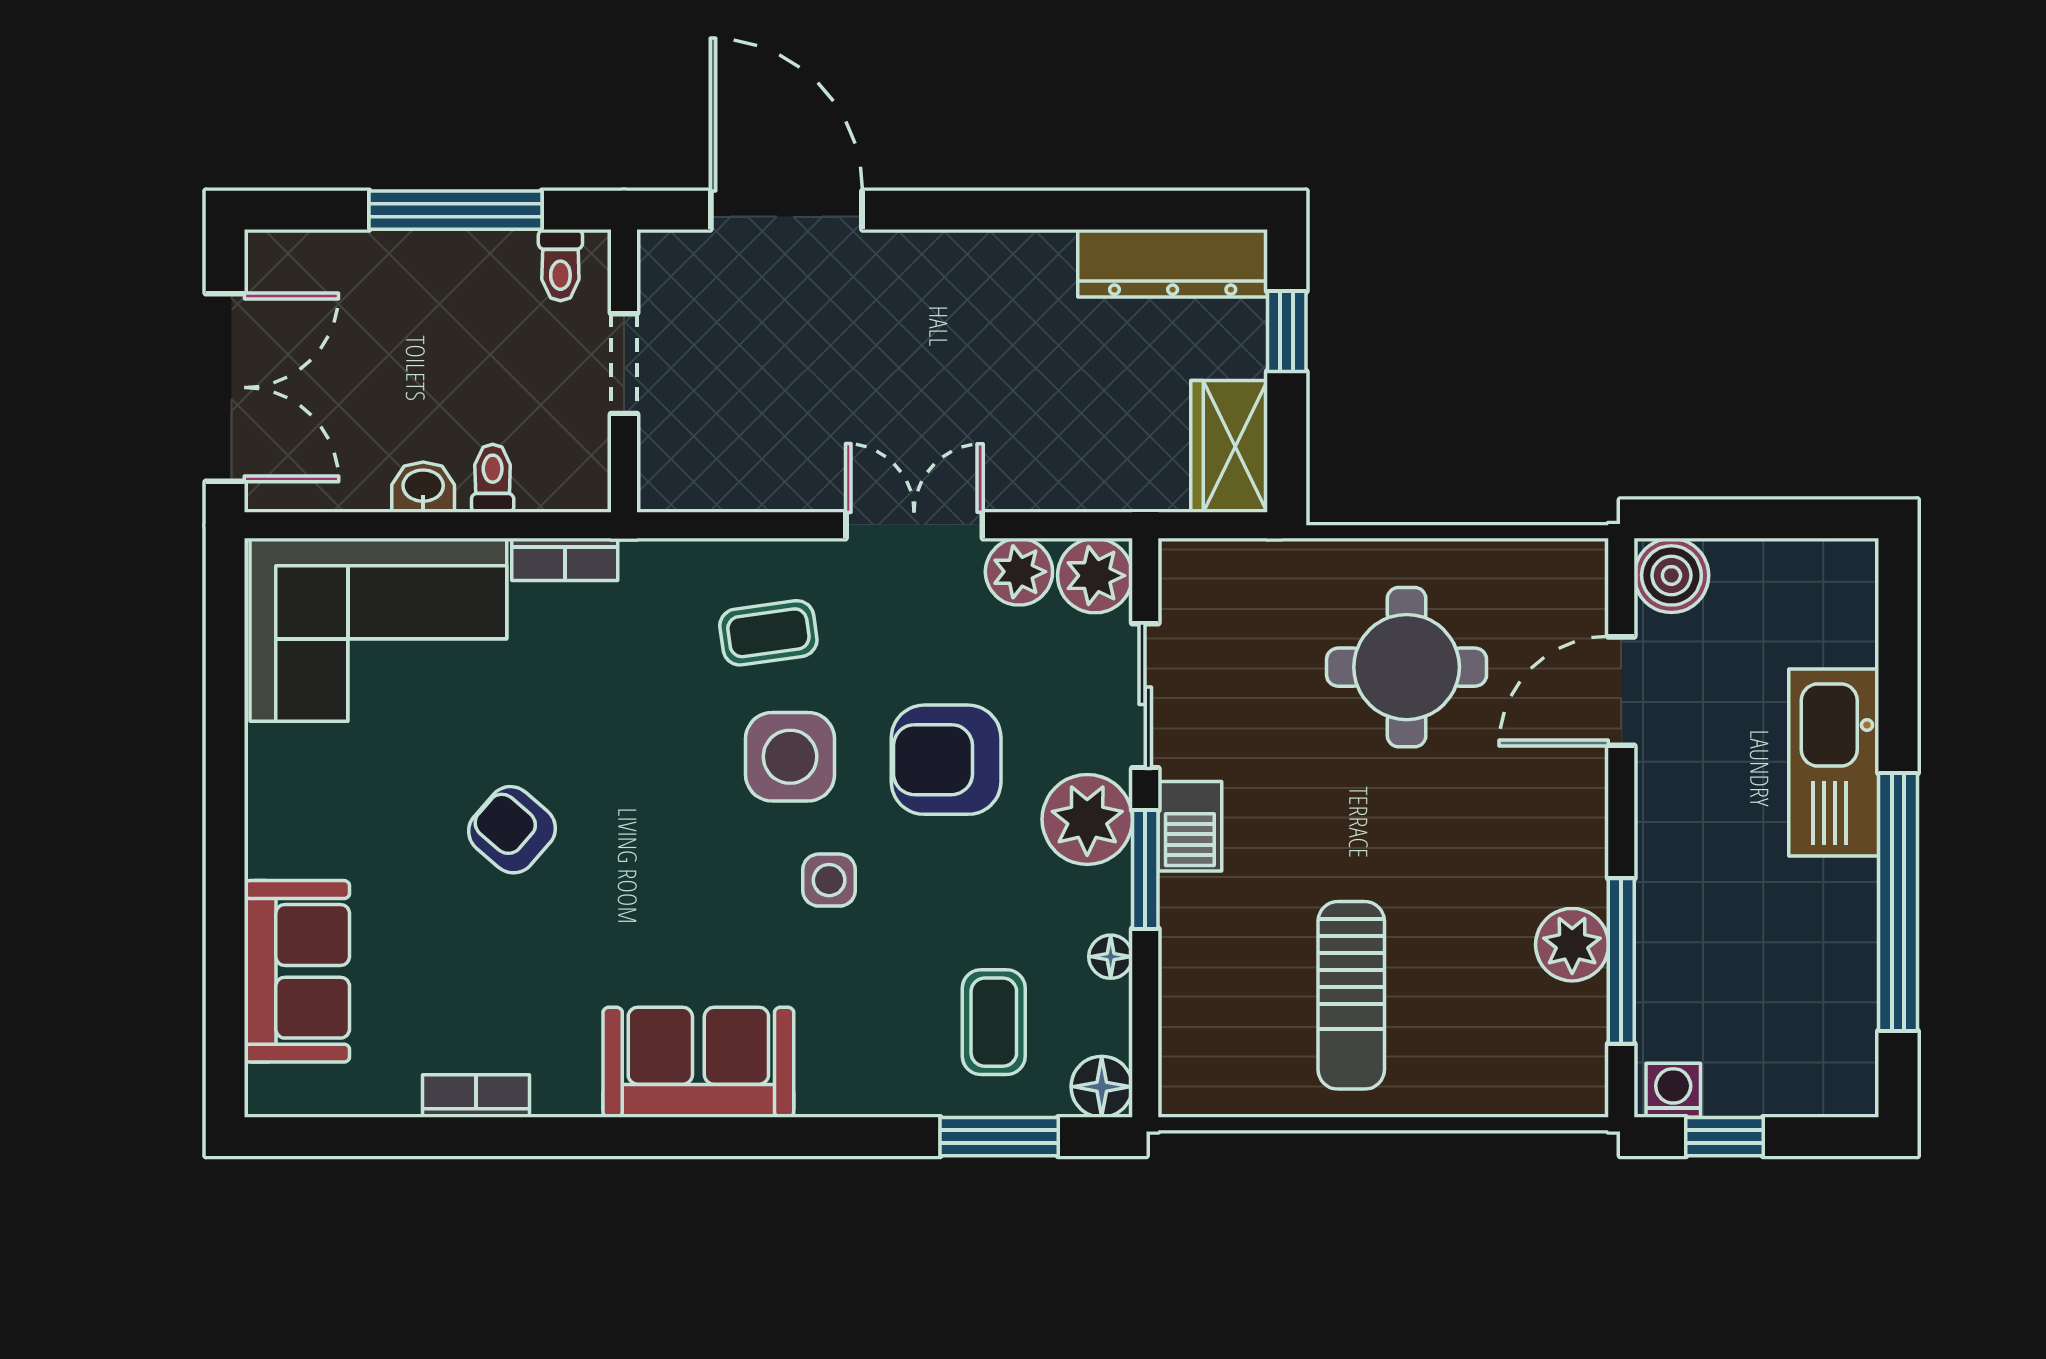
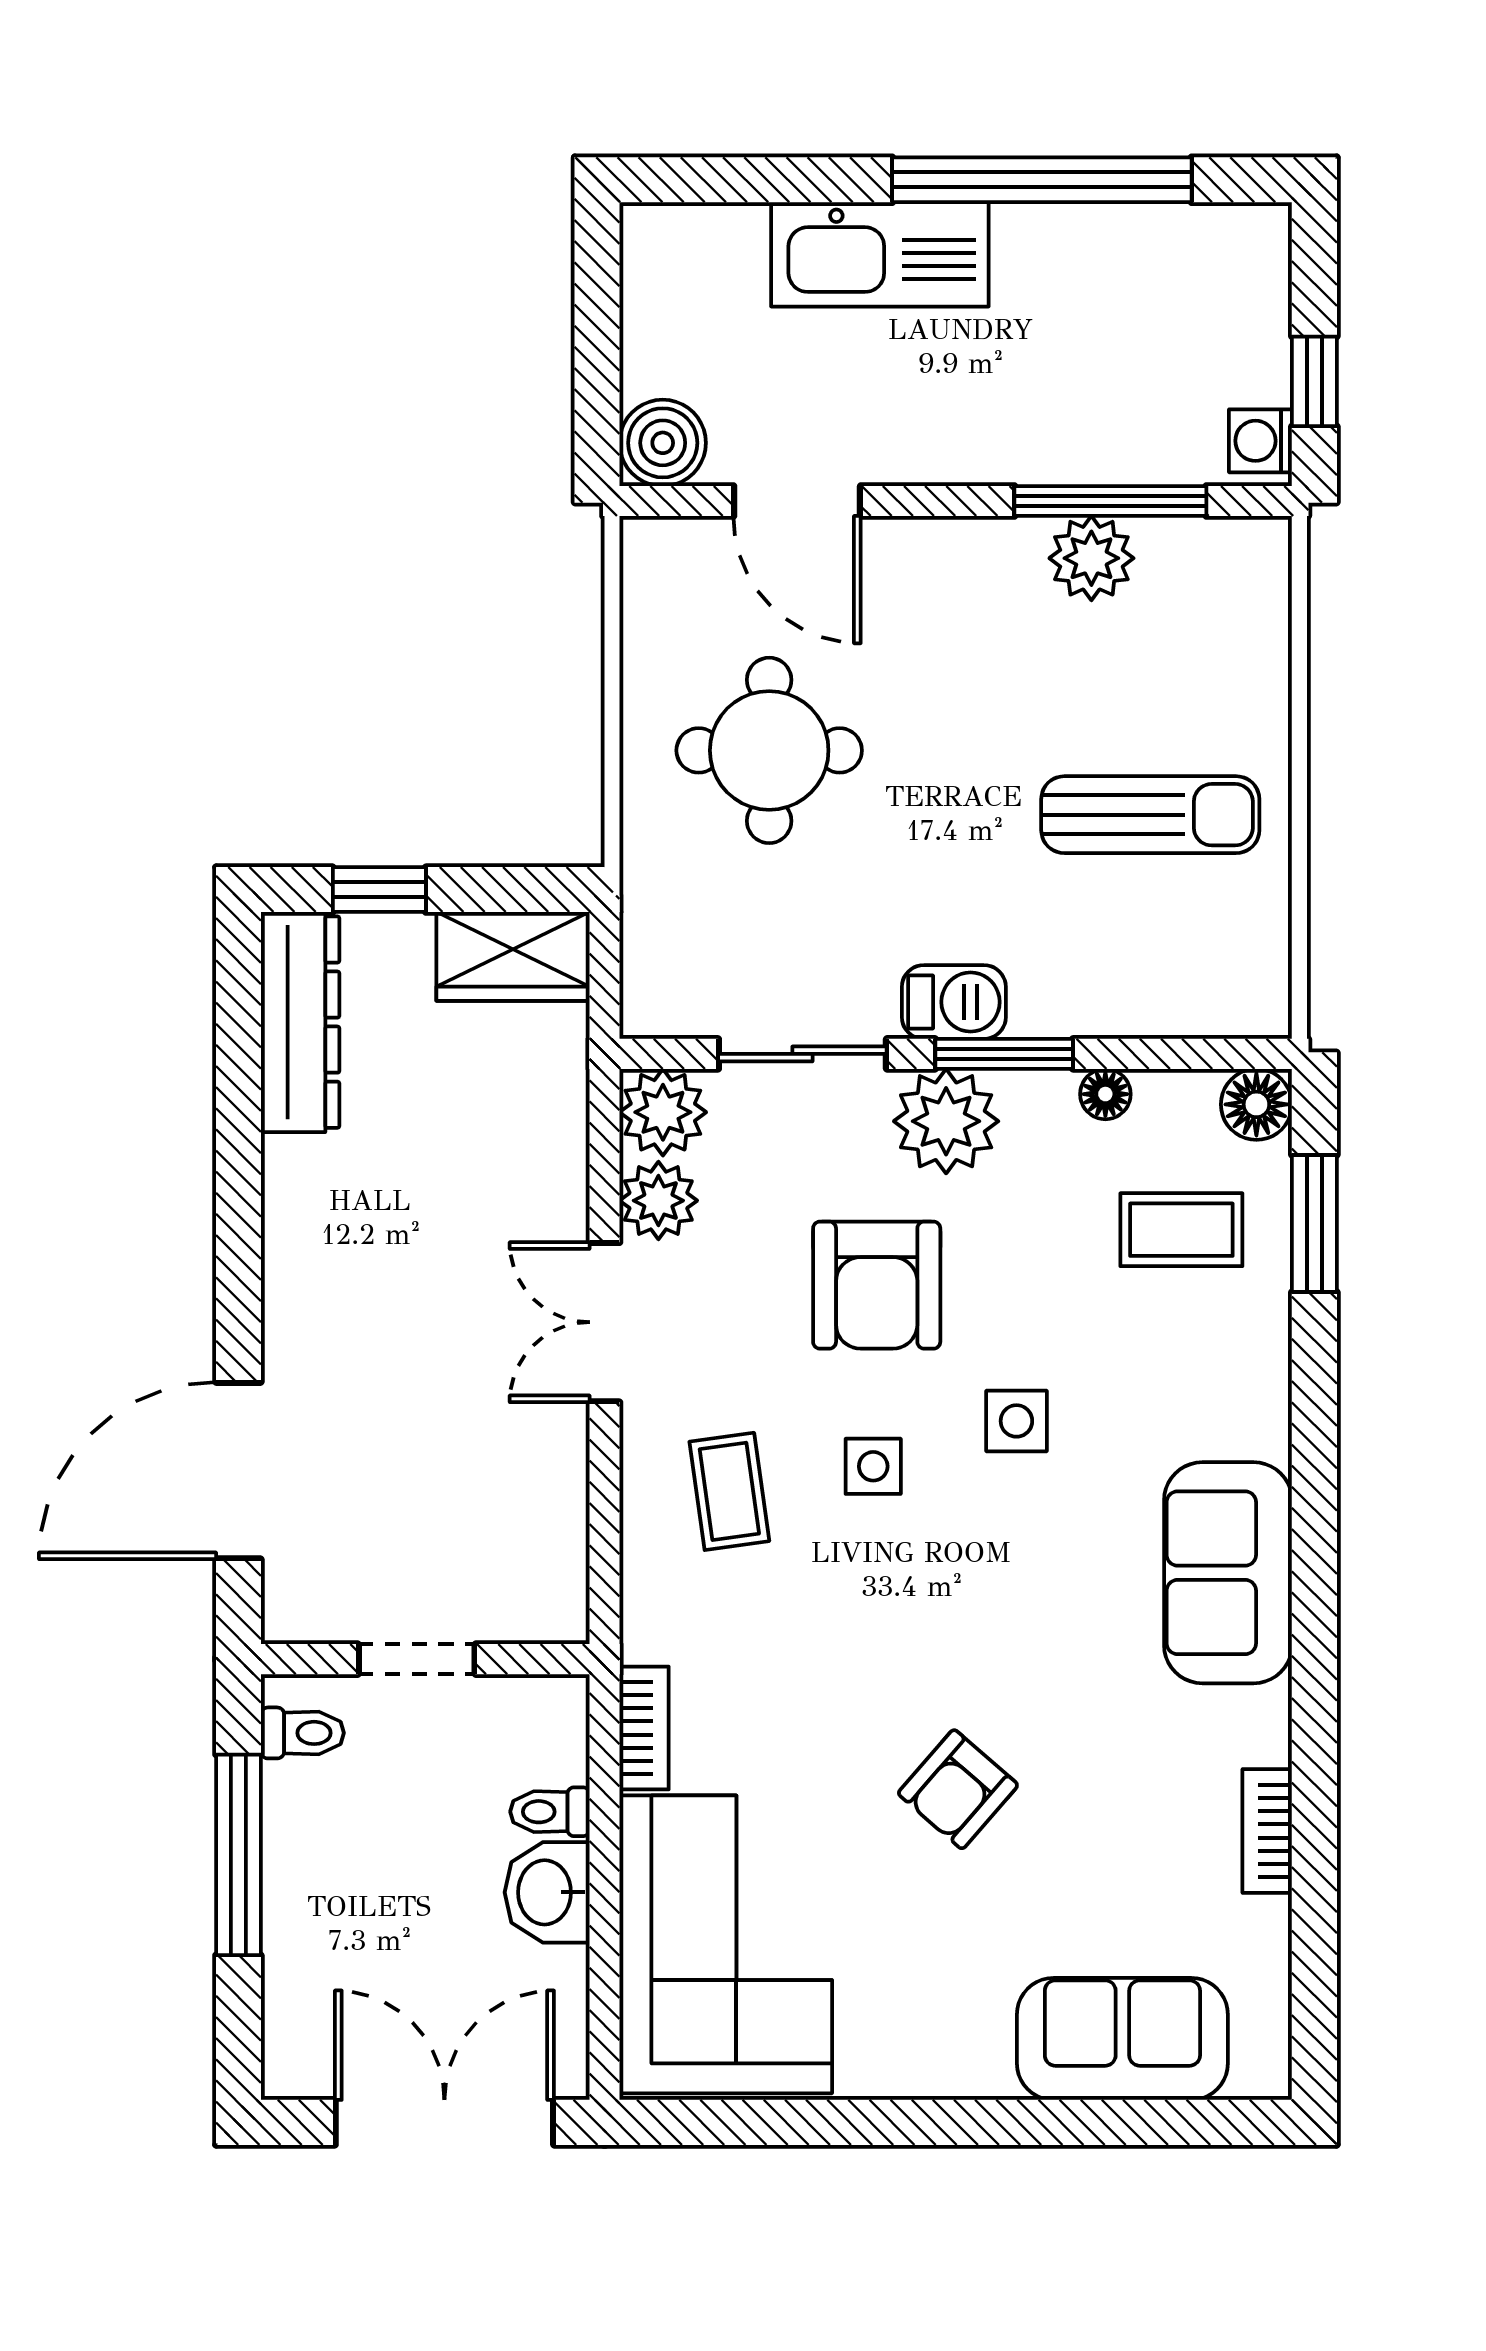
washbasin: (423, 487) -> (547, 1892), width x1.38, depth x1.45
side table: (790, 757) -> (873, 1466), width x0.54, depth x0.54

